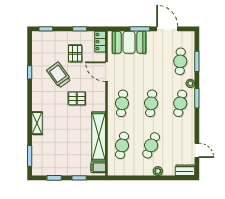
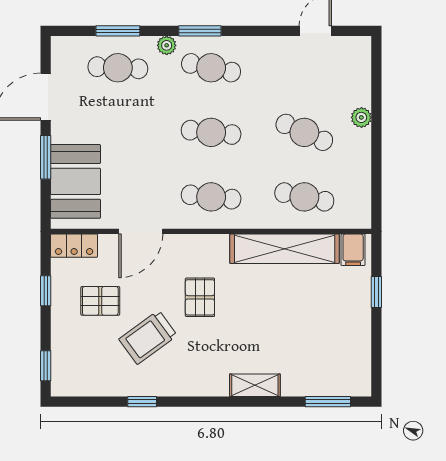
dresser: (185, 170) -> (359, 57), removed
window: (54, 178) -> (376, 348), removed

